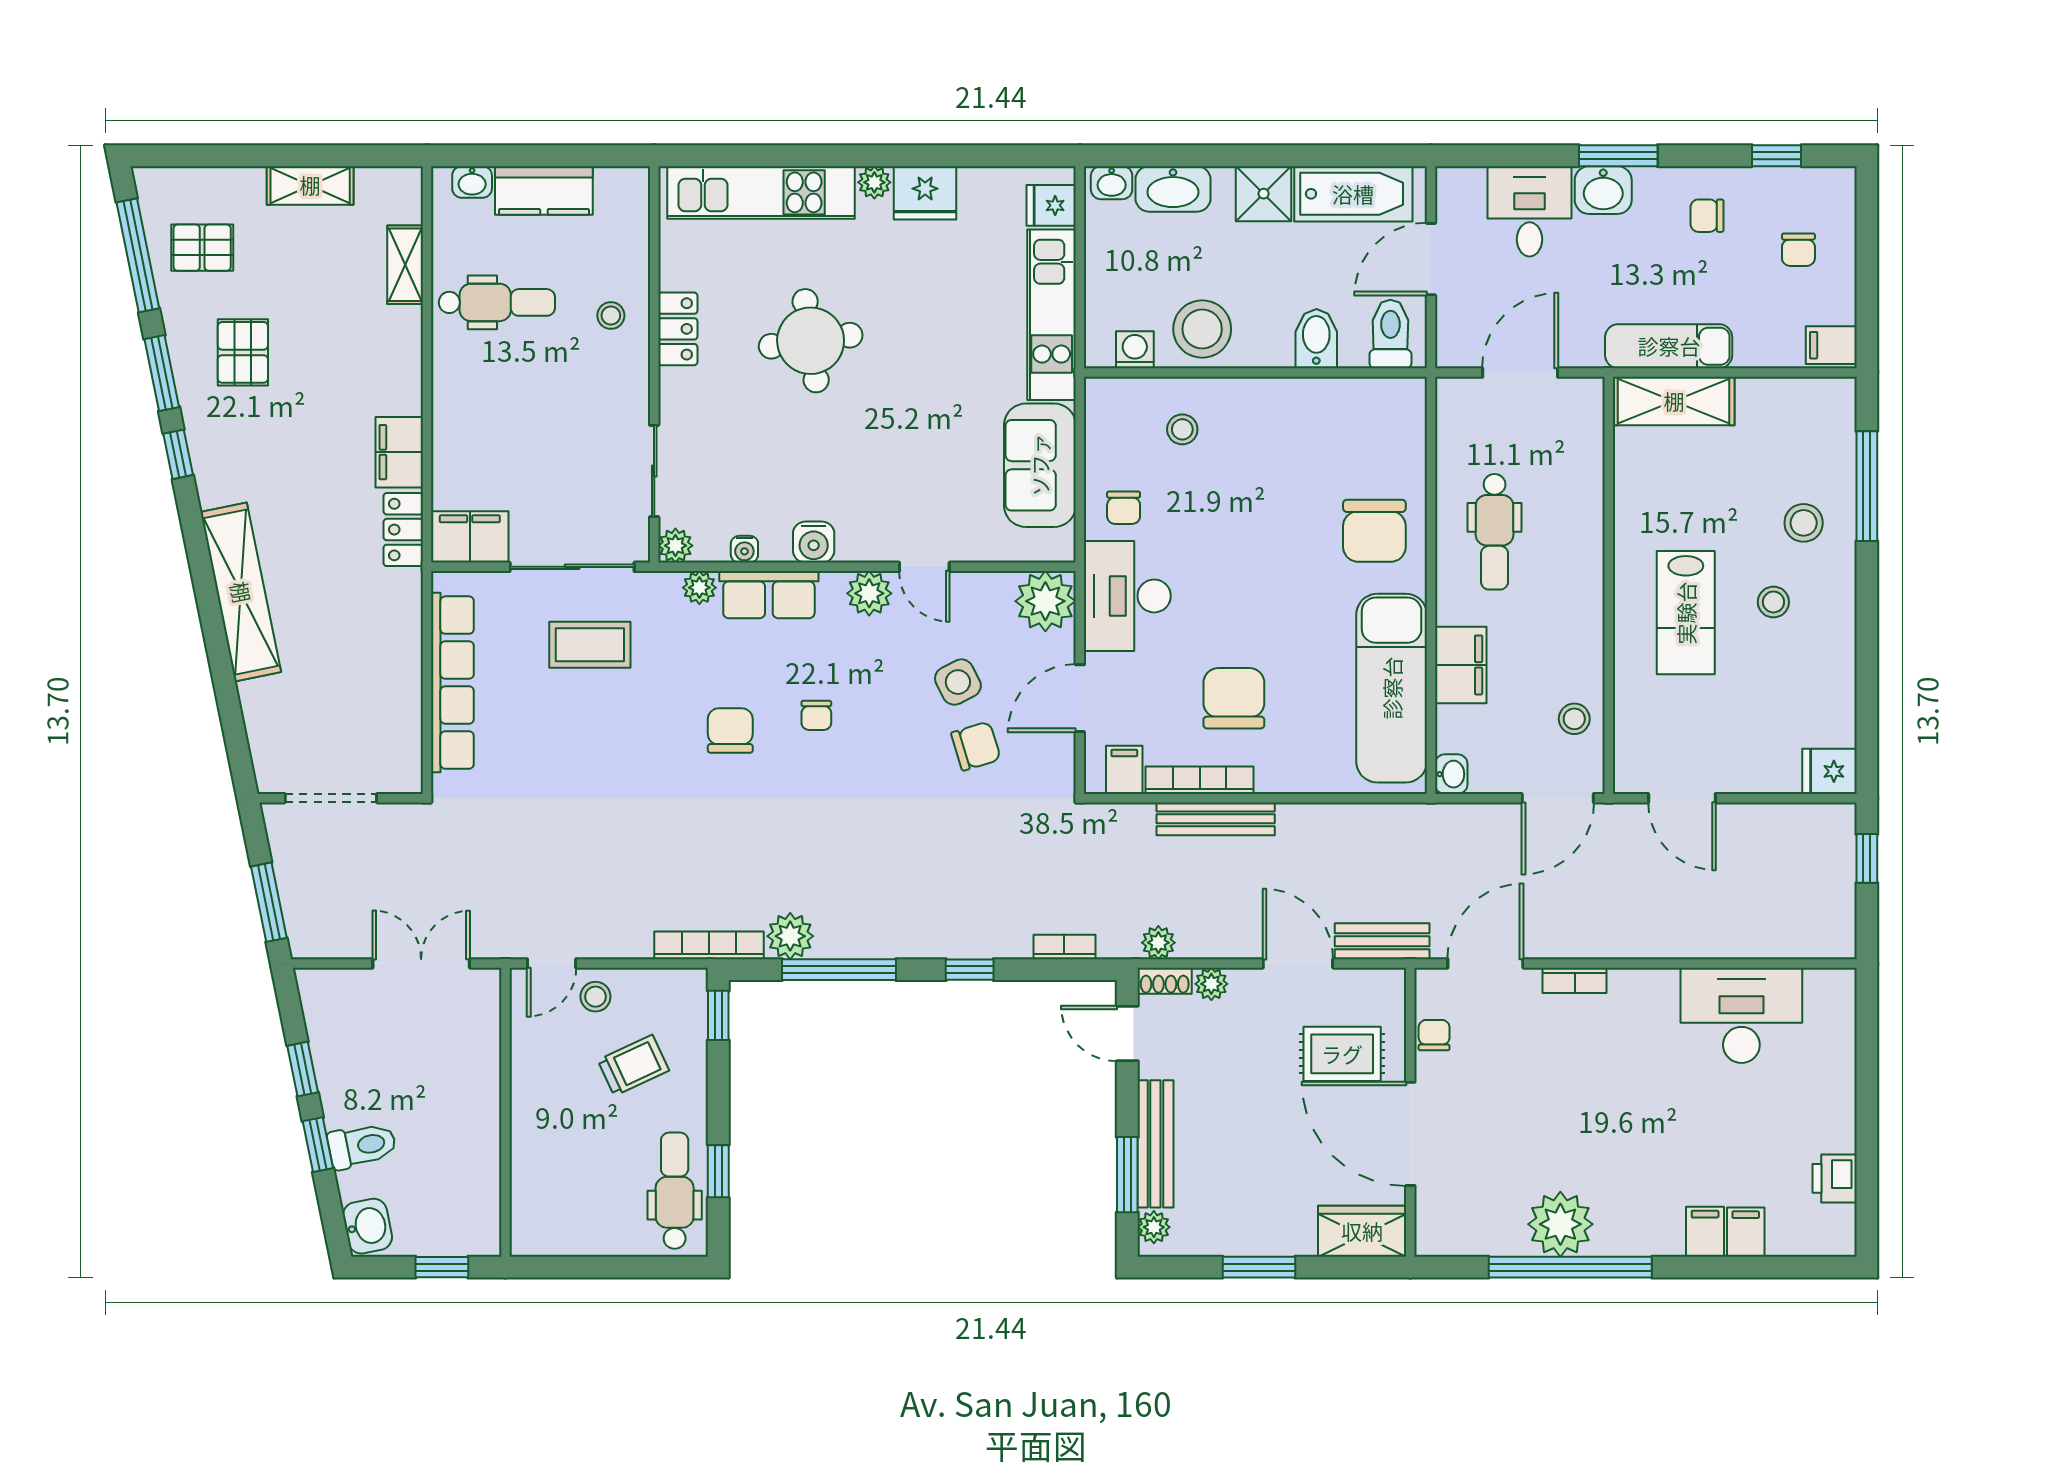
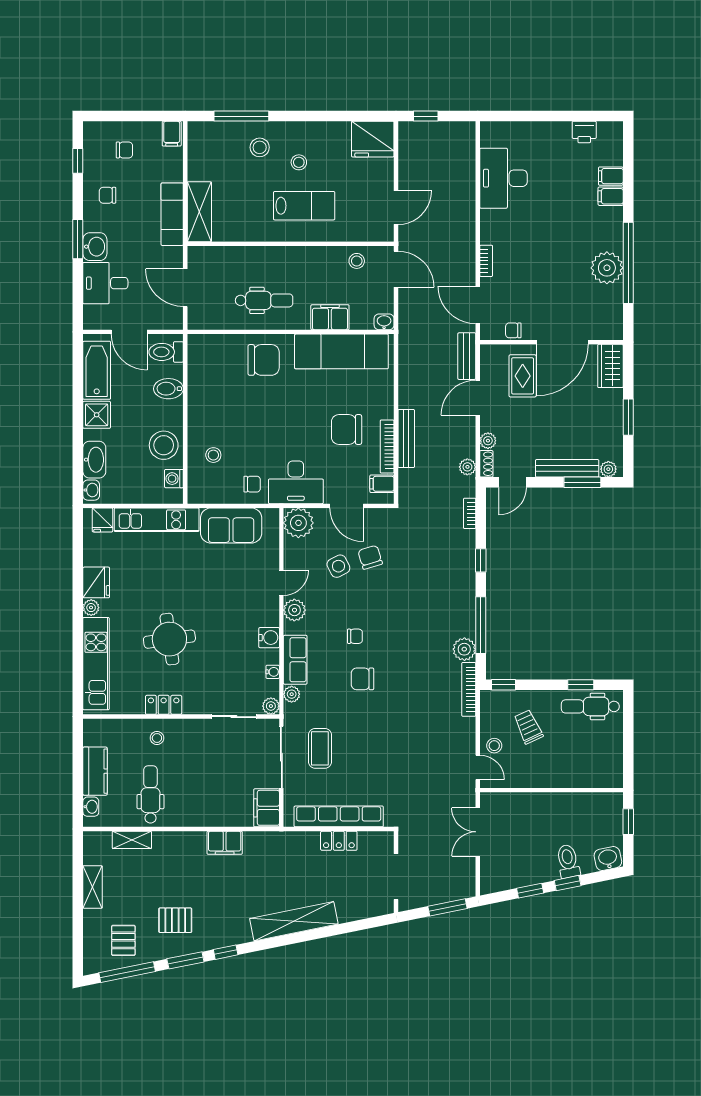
chair: (1707, 216) -> (108, 195), turned 90
locker: (403, 530) -> (339, 841), moved
fridge: (1830, 771) -> (373, 139), width x1.88, depth x1.34

